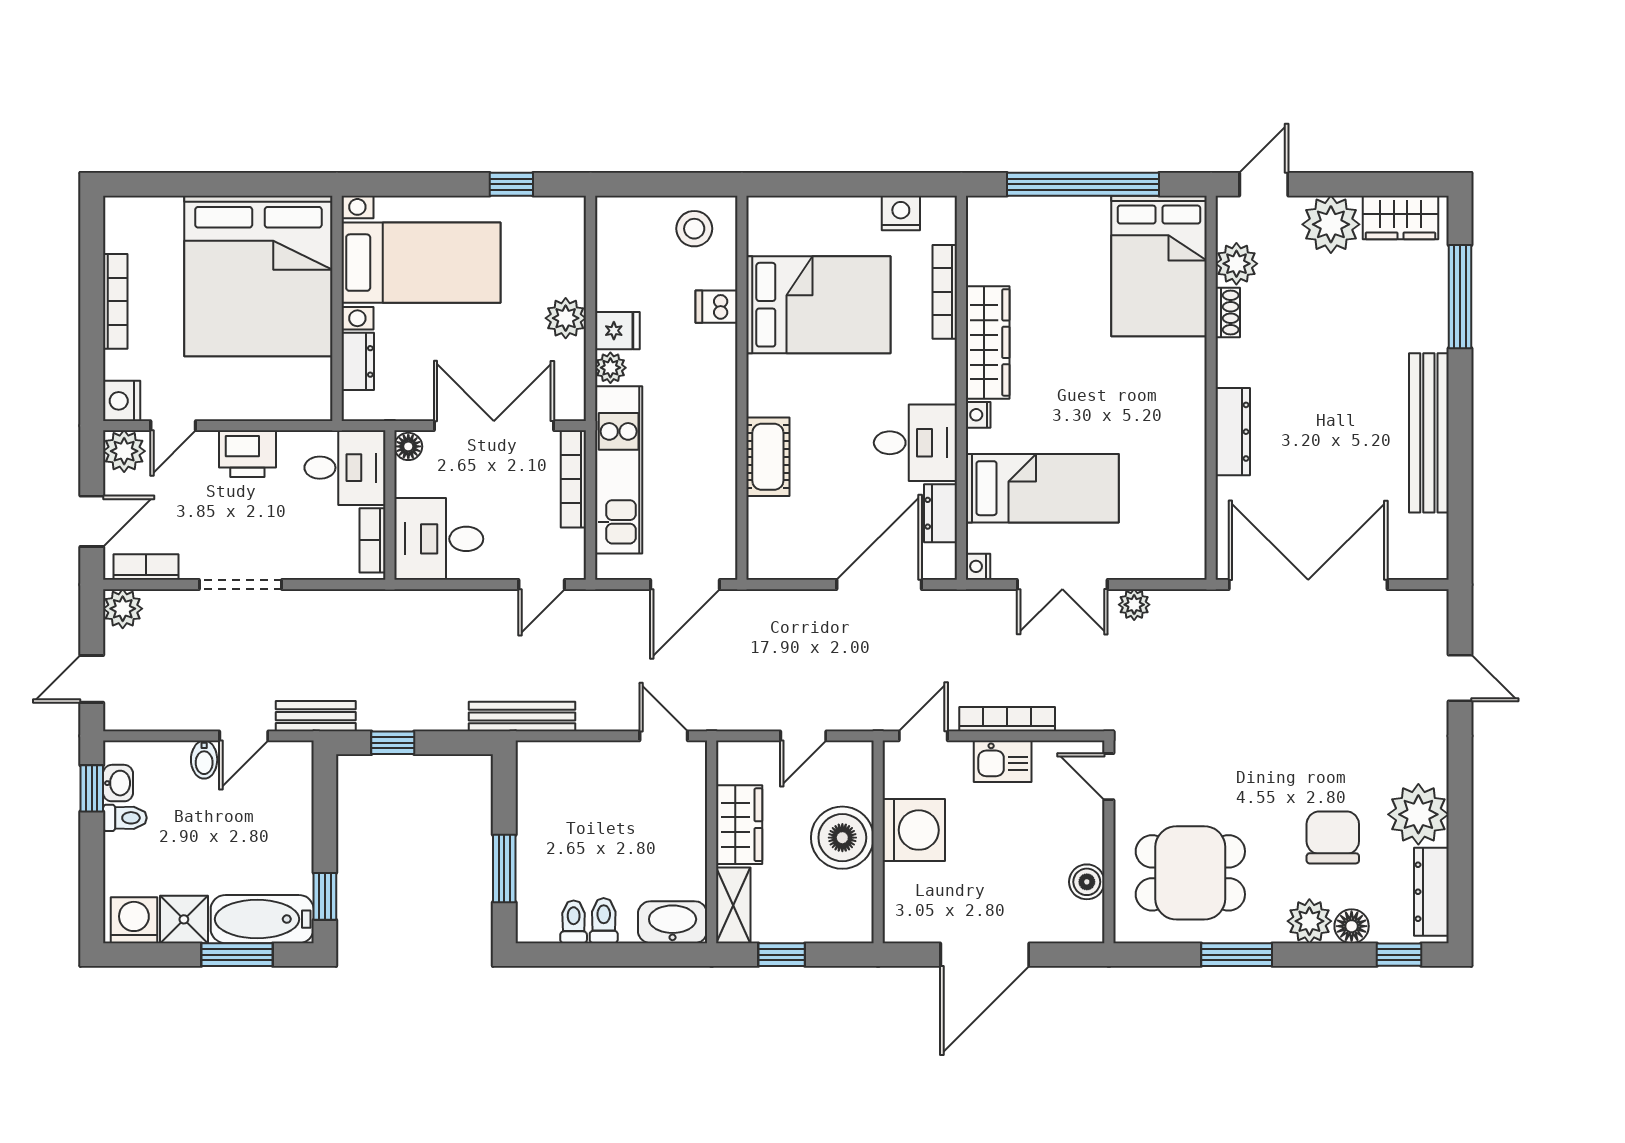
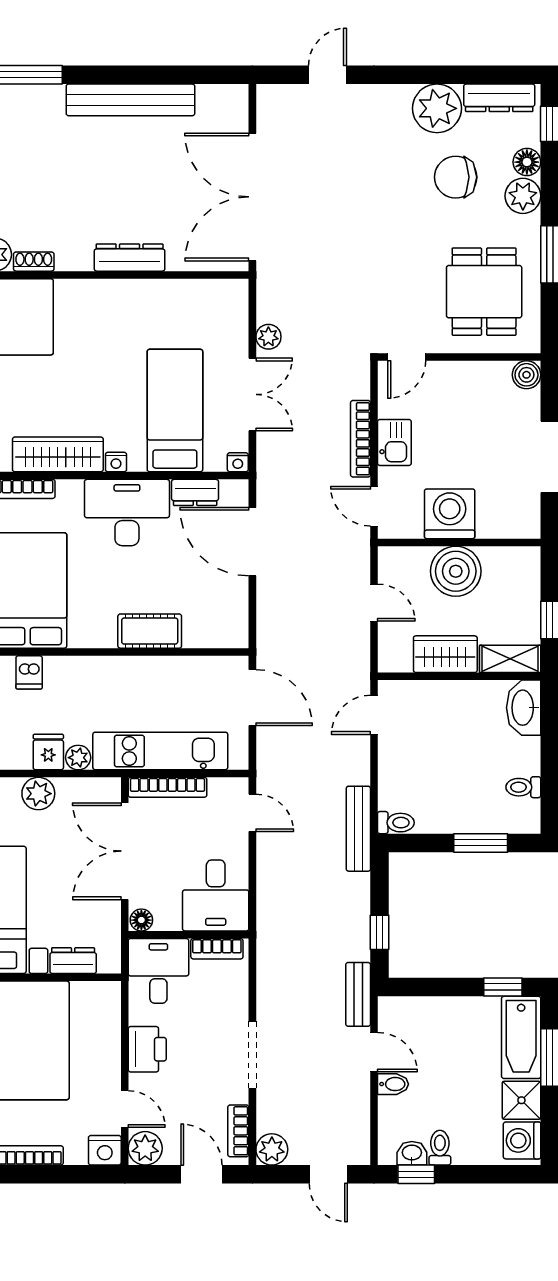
desk: (915, 443) -> (127, 513), width x1.37
boiler: (1087, 882) -> (526, 375), moved
toilet: (604, 921) -> (396, 823), moved, turned 180

